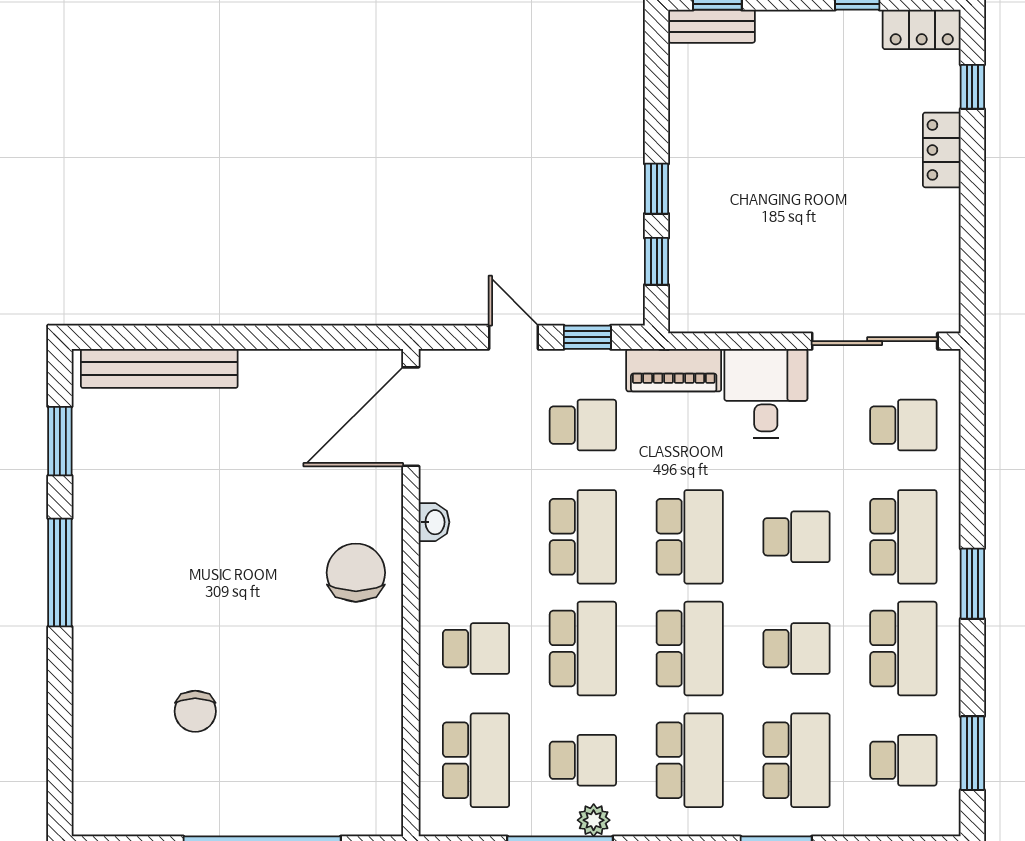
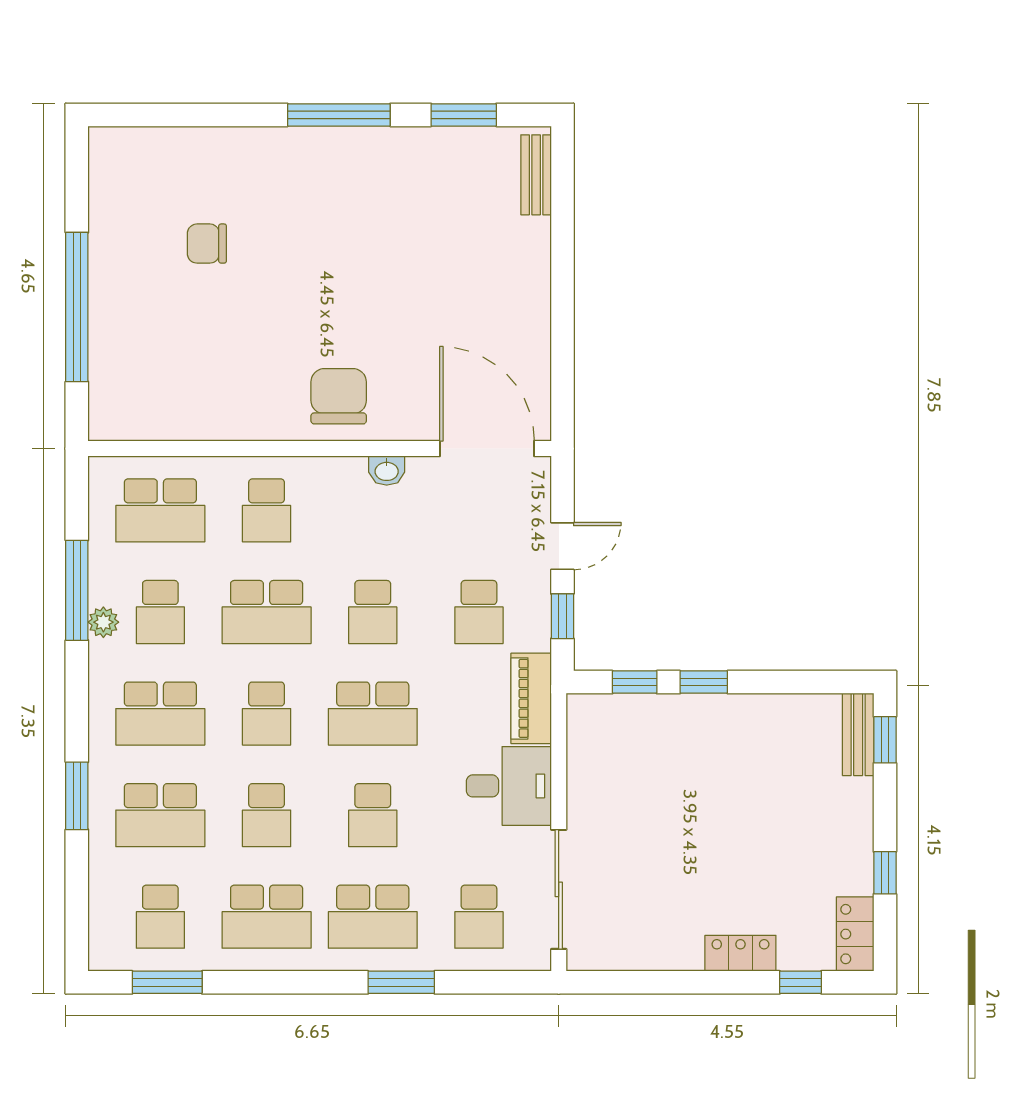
bench: (159, 368) -> (536, 175), width x0.54, depth x0.82
school desk: (583, 537) -> (373, 612), width x0.54
chair: (356, 573) -> (339, 396), turned -90
window: (972, 584) -> (401, 982), moved
school desk: (690, 649) -> (267, 714), width x0.54

